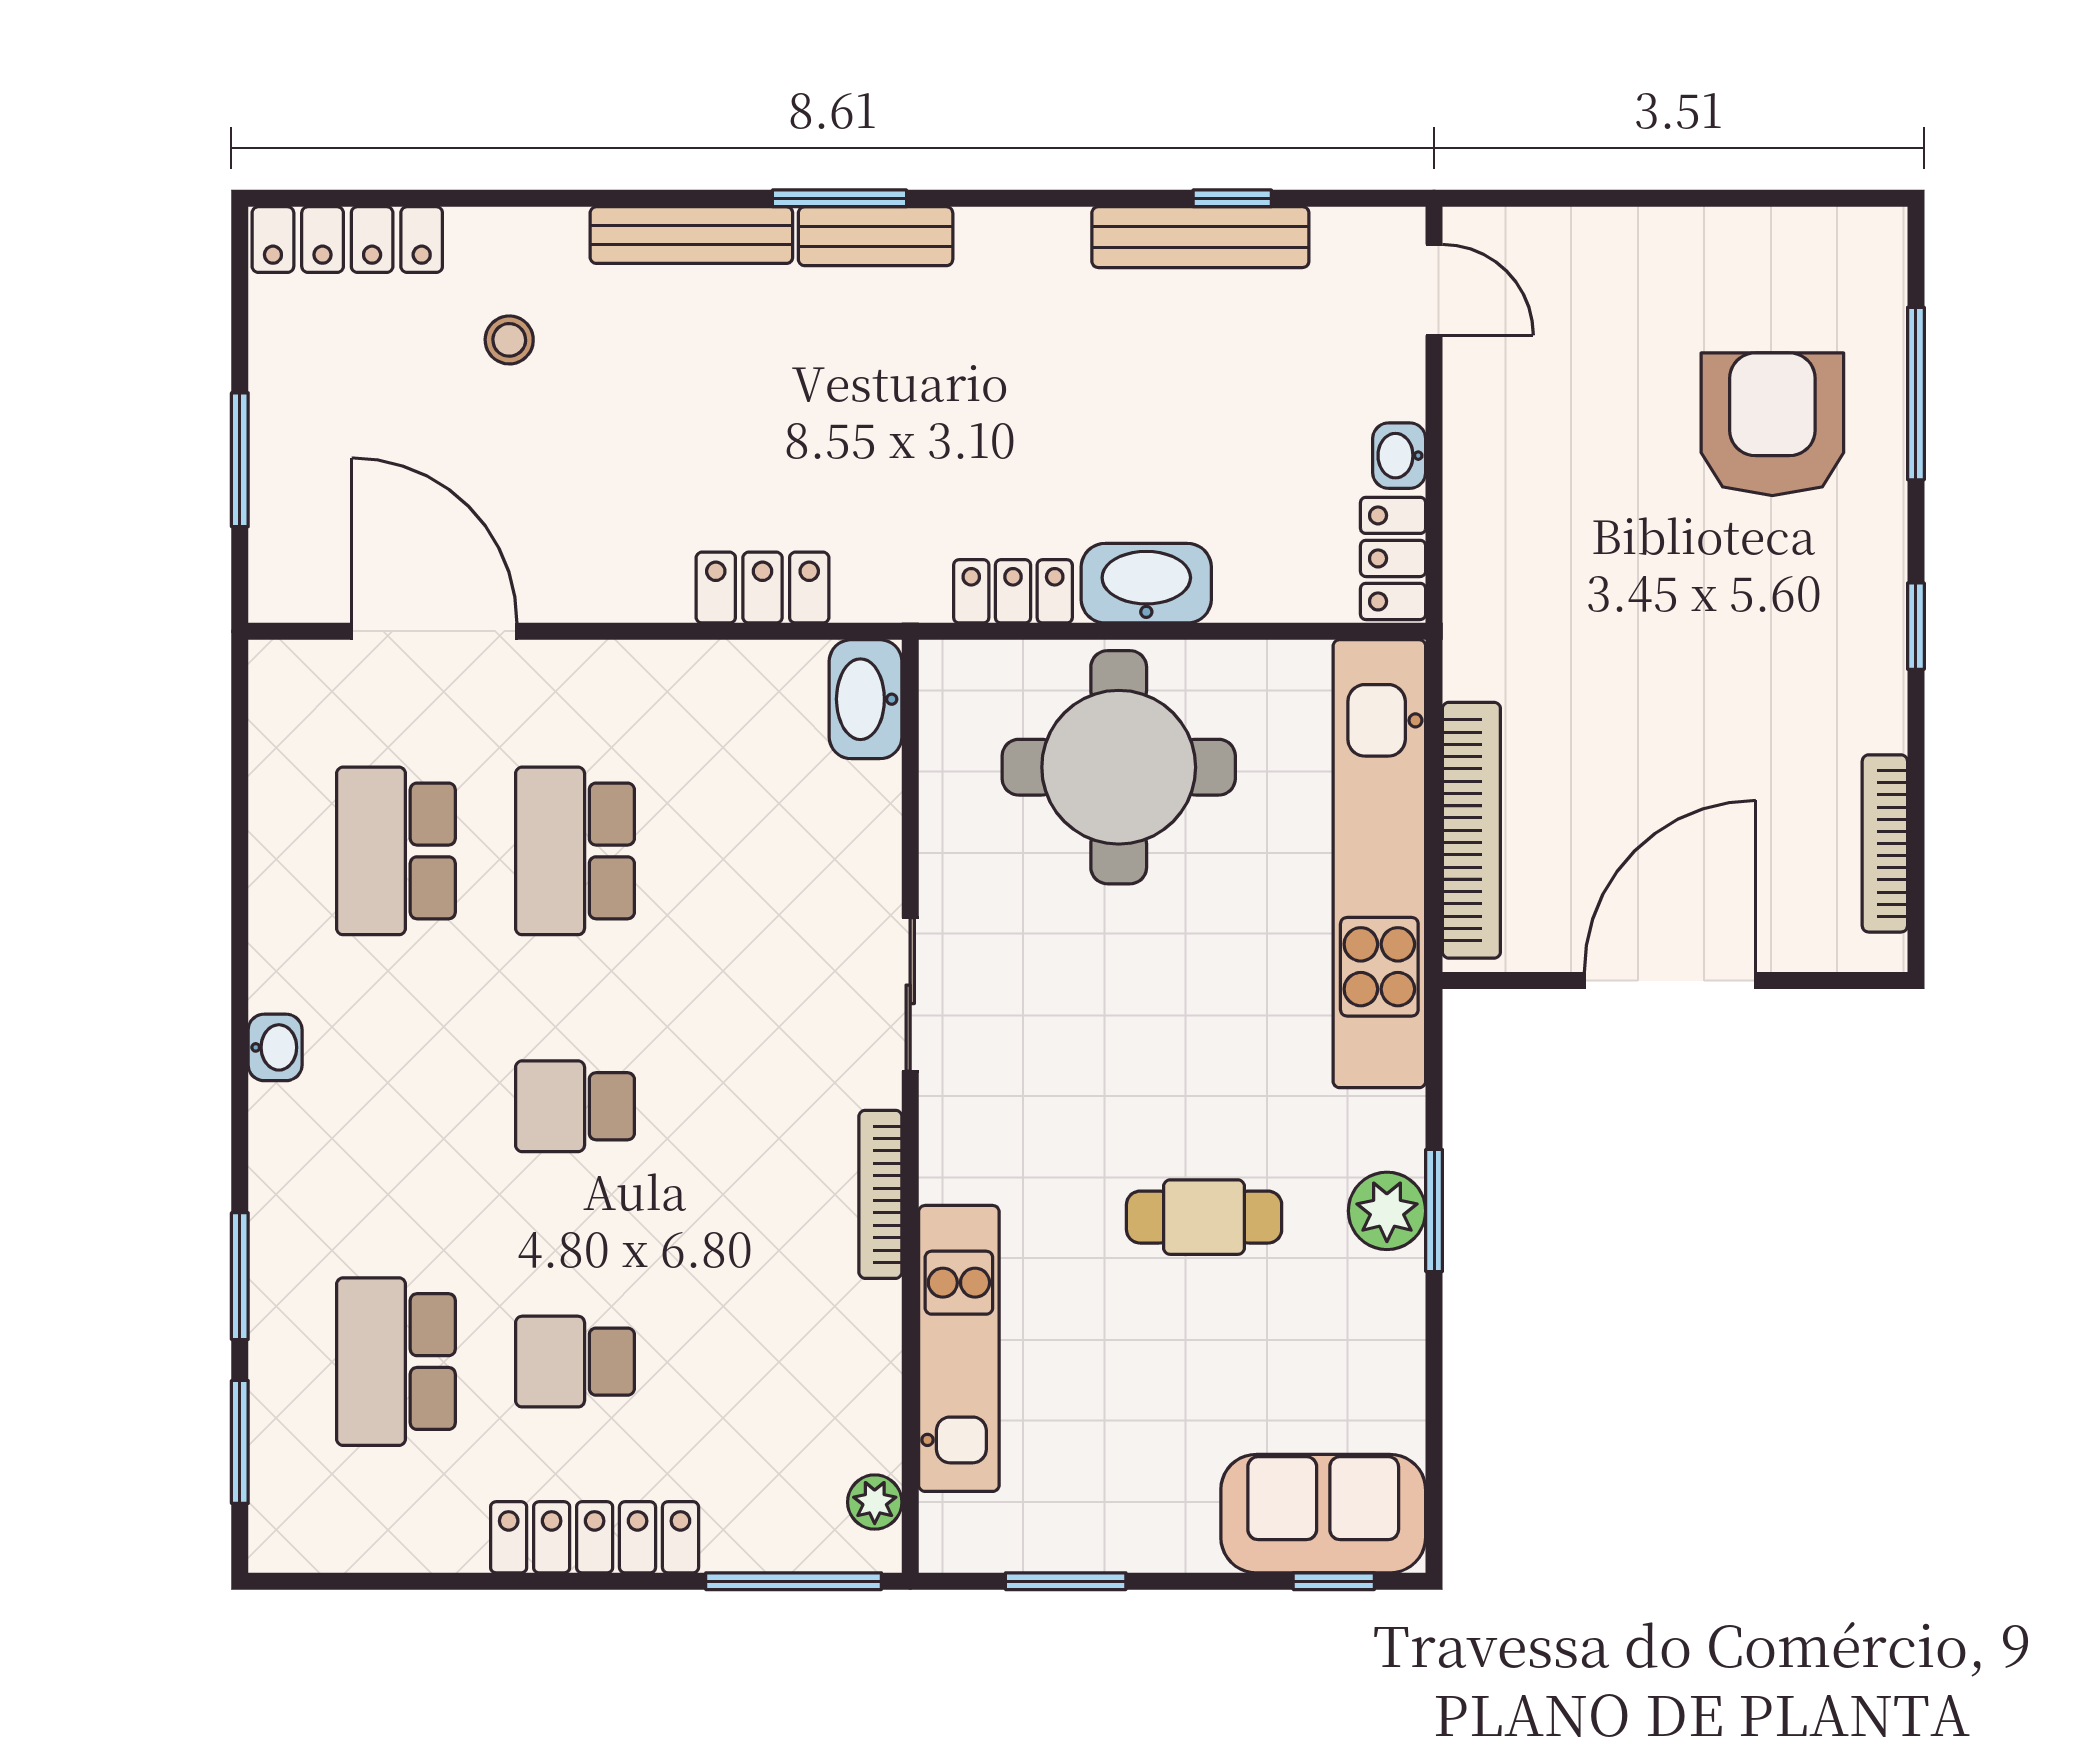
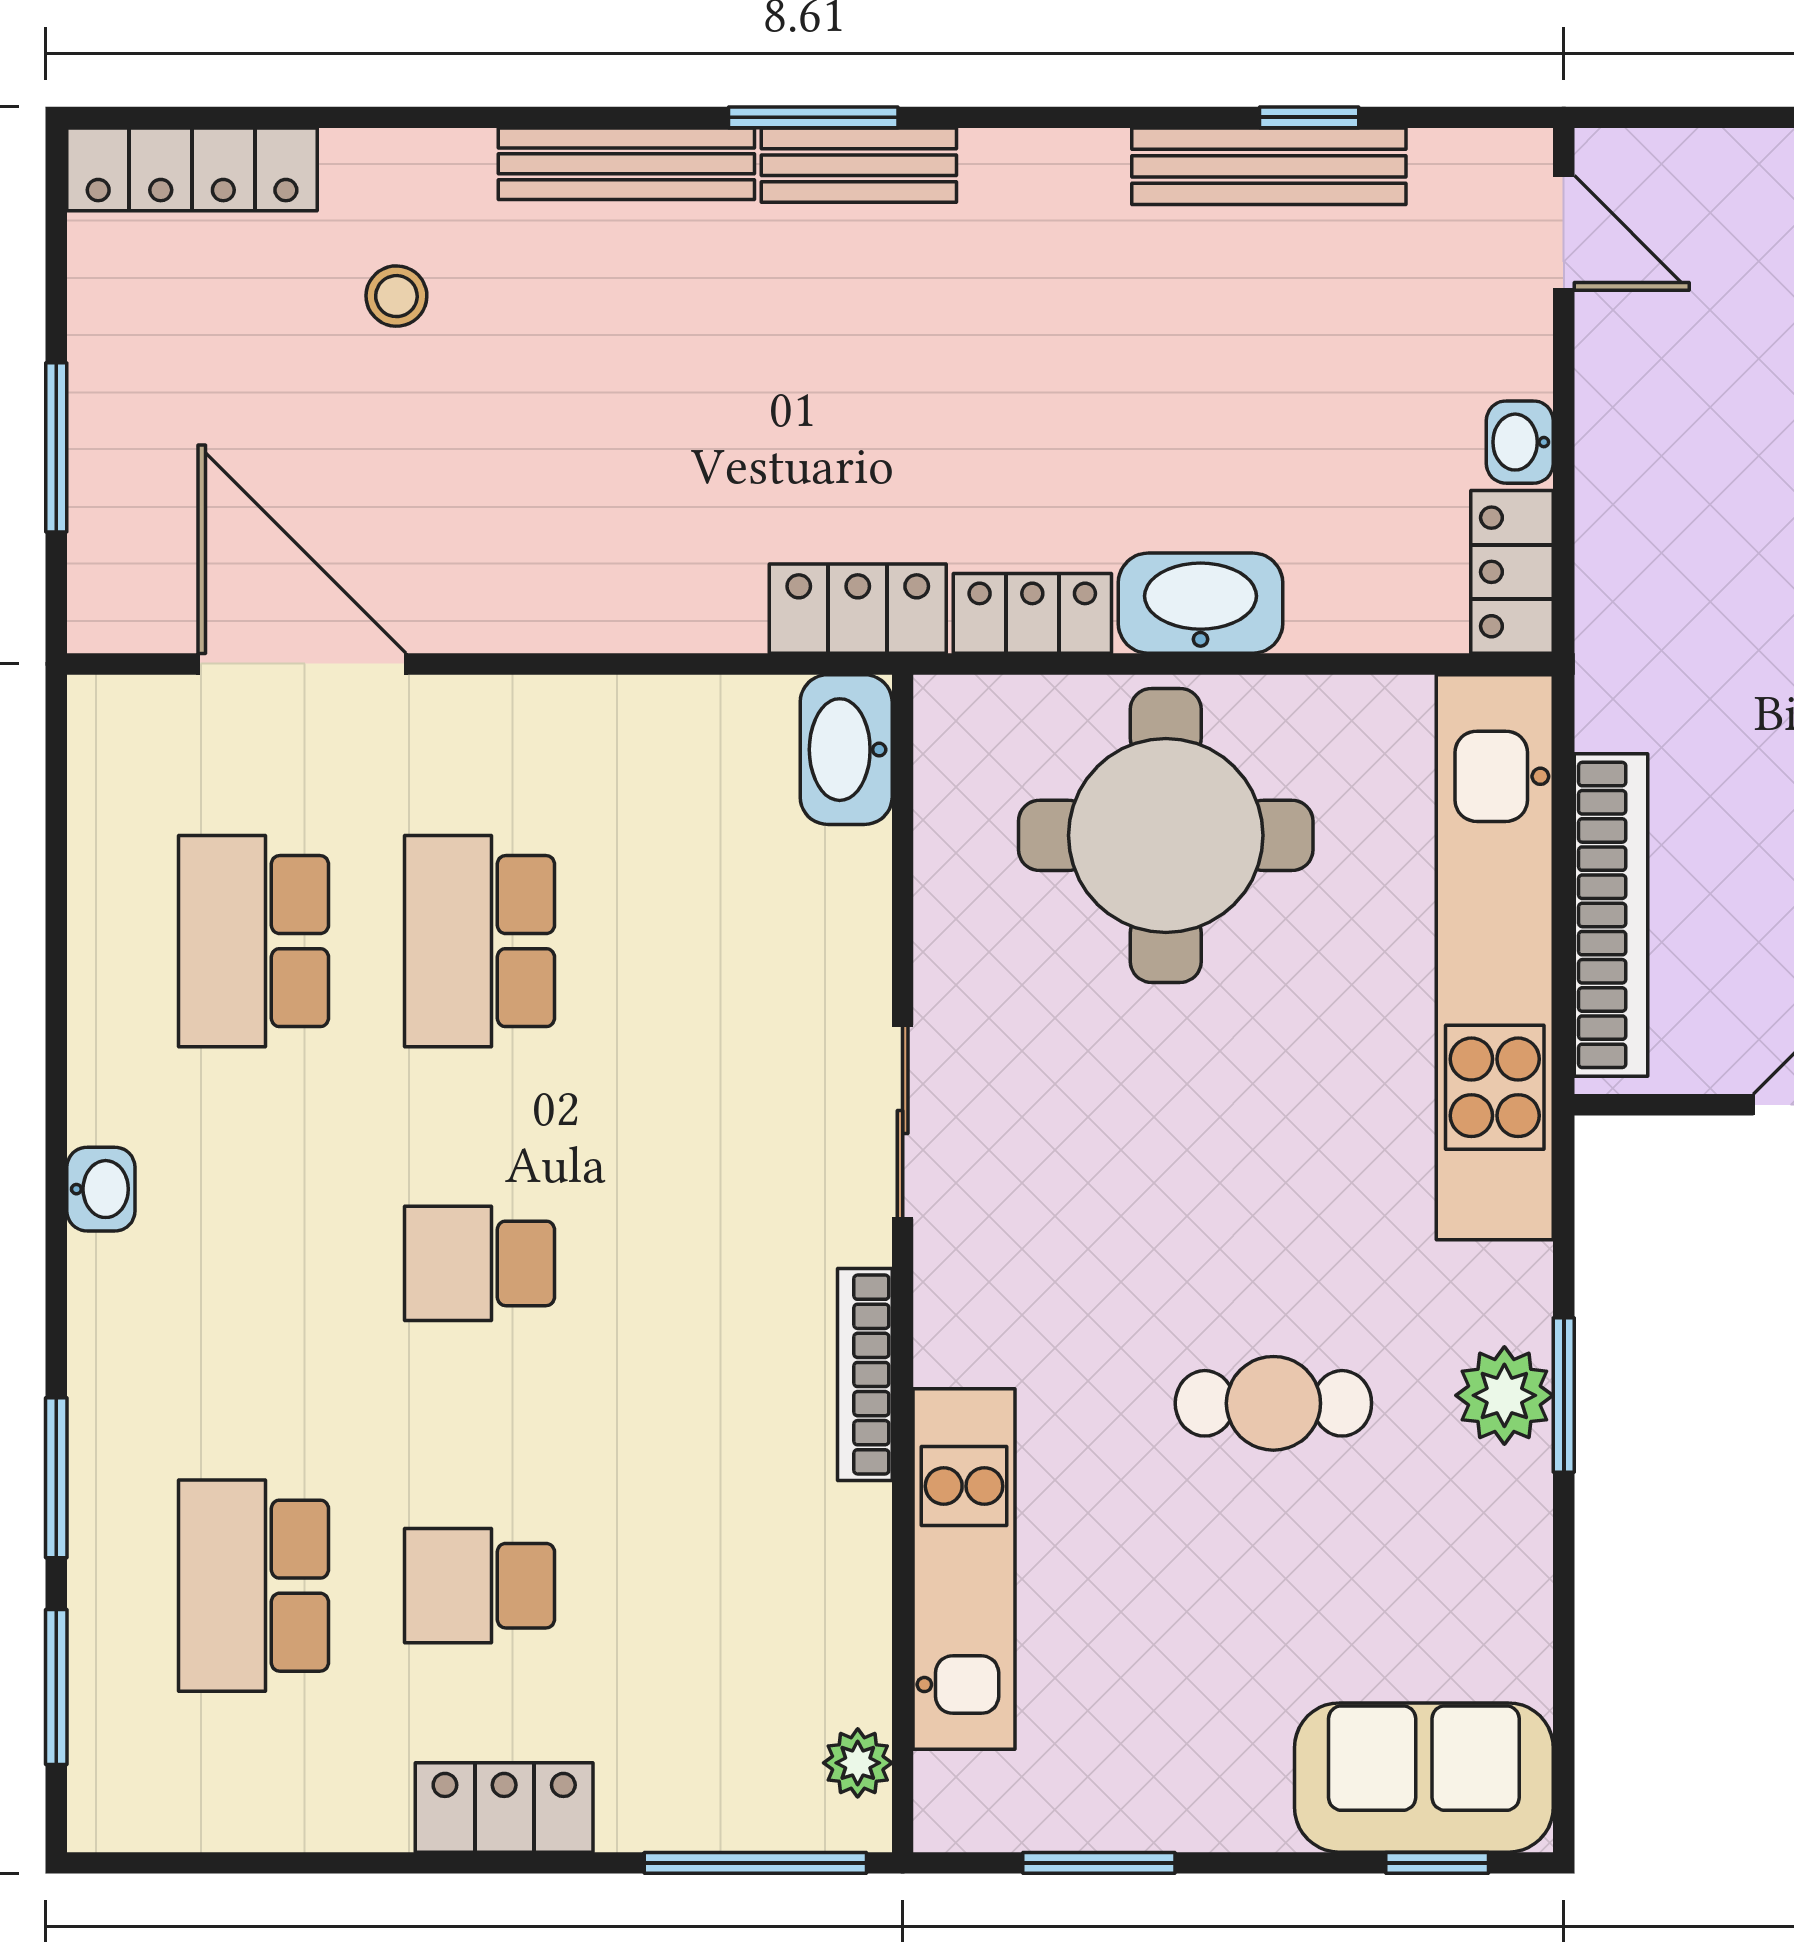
locker: (763, 588) -> (858, 609), moved
locker: (595, 1537) -> (504, 1807), width x0.66

